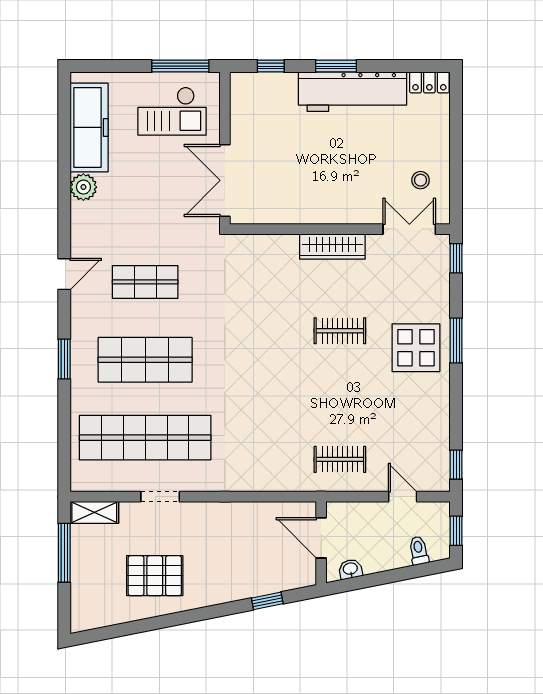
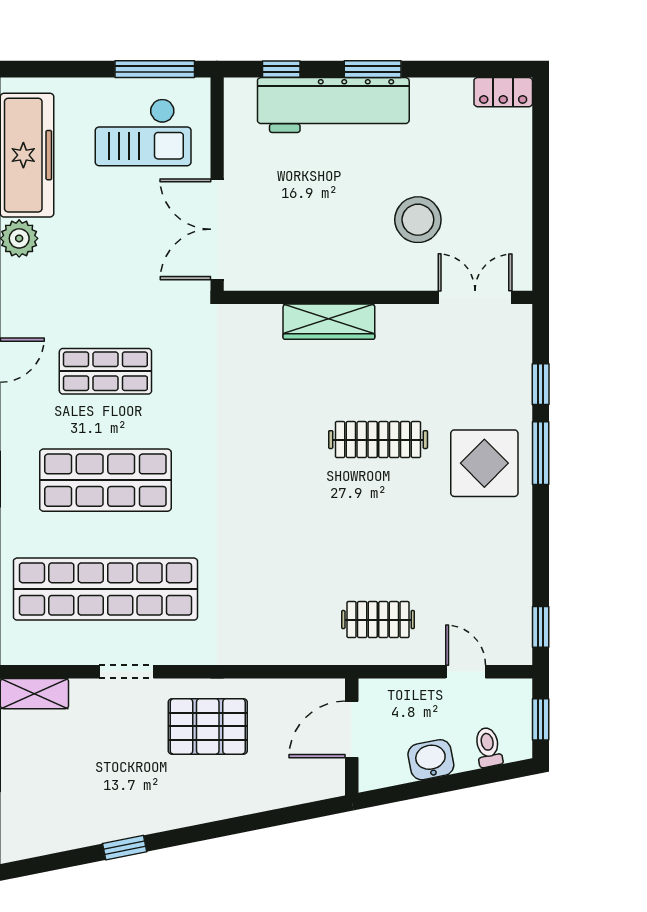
workbench: (353, 92) -> (333, 105), moved
stool: (421, 180) -> (418, 220), moved, width x1.89, depth x1.89
wardrobe: (332, 247) -> (329, 322), moved
window: (456, 258) -> (541, 384), moved
clothes rail: (340, 331) -> (378, 440), width x1.36
door: (321, 538) -> (352, 729), hinge flipped
washbasin: (350, 569) -> (431, 760), moved, width x1.38, depth x1.45
pallet: (155, 576) -> (208, 726), moved
window: (267, 601) -> (125, 848), moved

